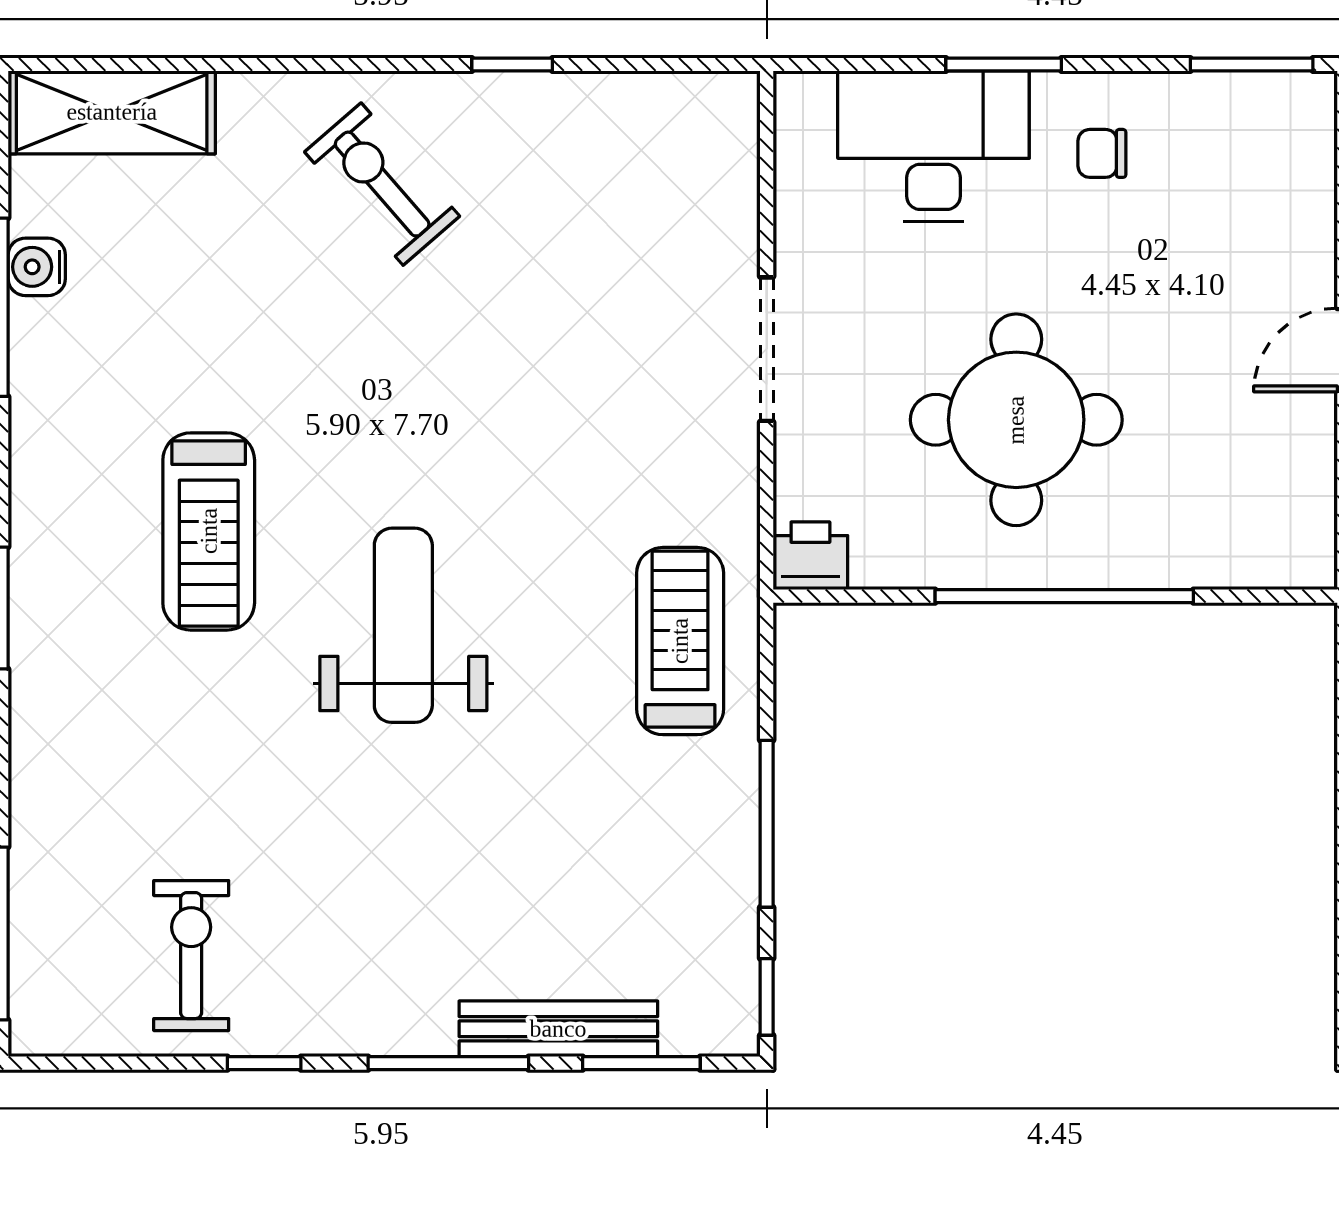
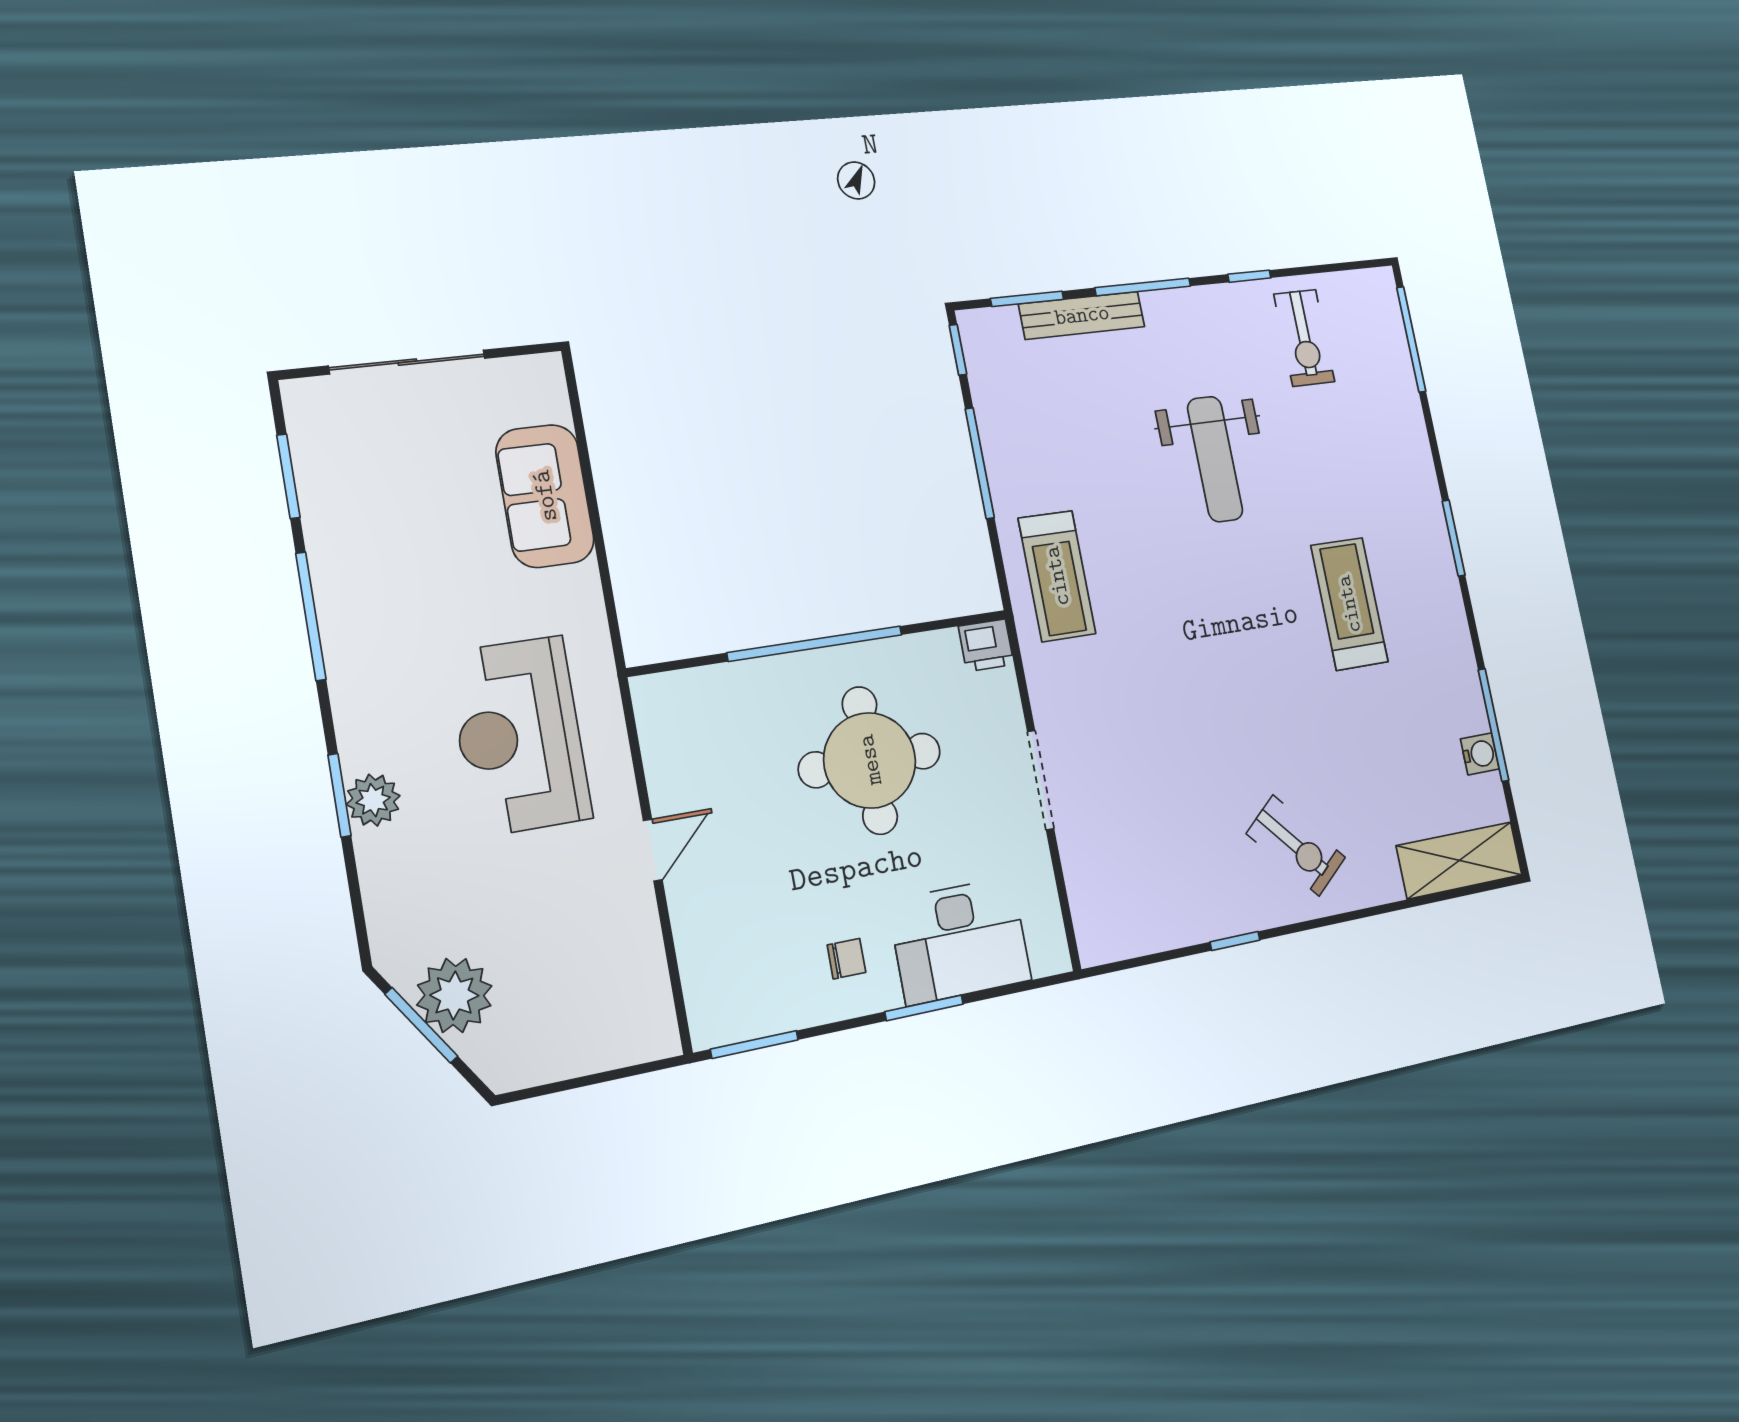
weight bench: (403, 625) -> (1215, 459), moved

